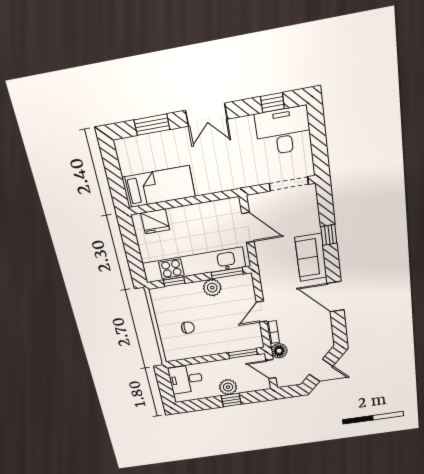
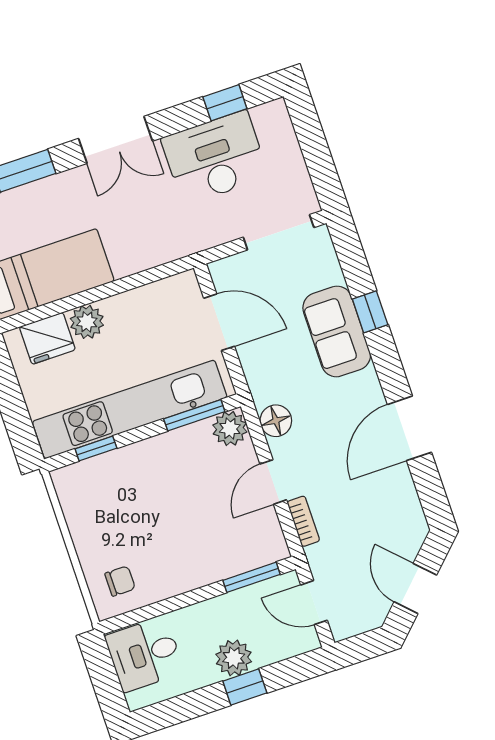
desk: (283, 131) -> (215, 158), moved
plant: (177, 216) -> (87, 322), added
sofa: (311, 257) -> (337, 331), moved
plant: (212, 288) -> (230, 428), moved
door: (336, 297) -> (409, 428), hinge flipped
chair: (188, 328) -> (120, 581), moved
floor lamp: (279, 351) -> (276, 421), moved
door: (321, 370) -> (415, 588), swing flipped

